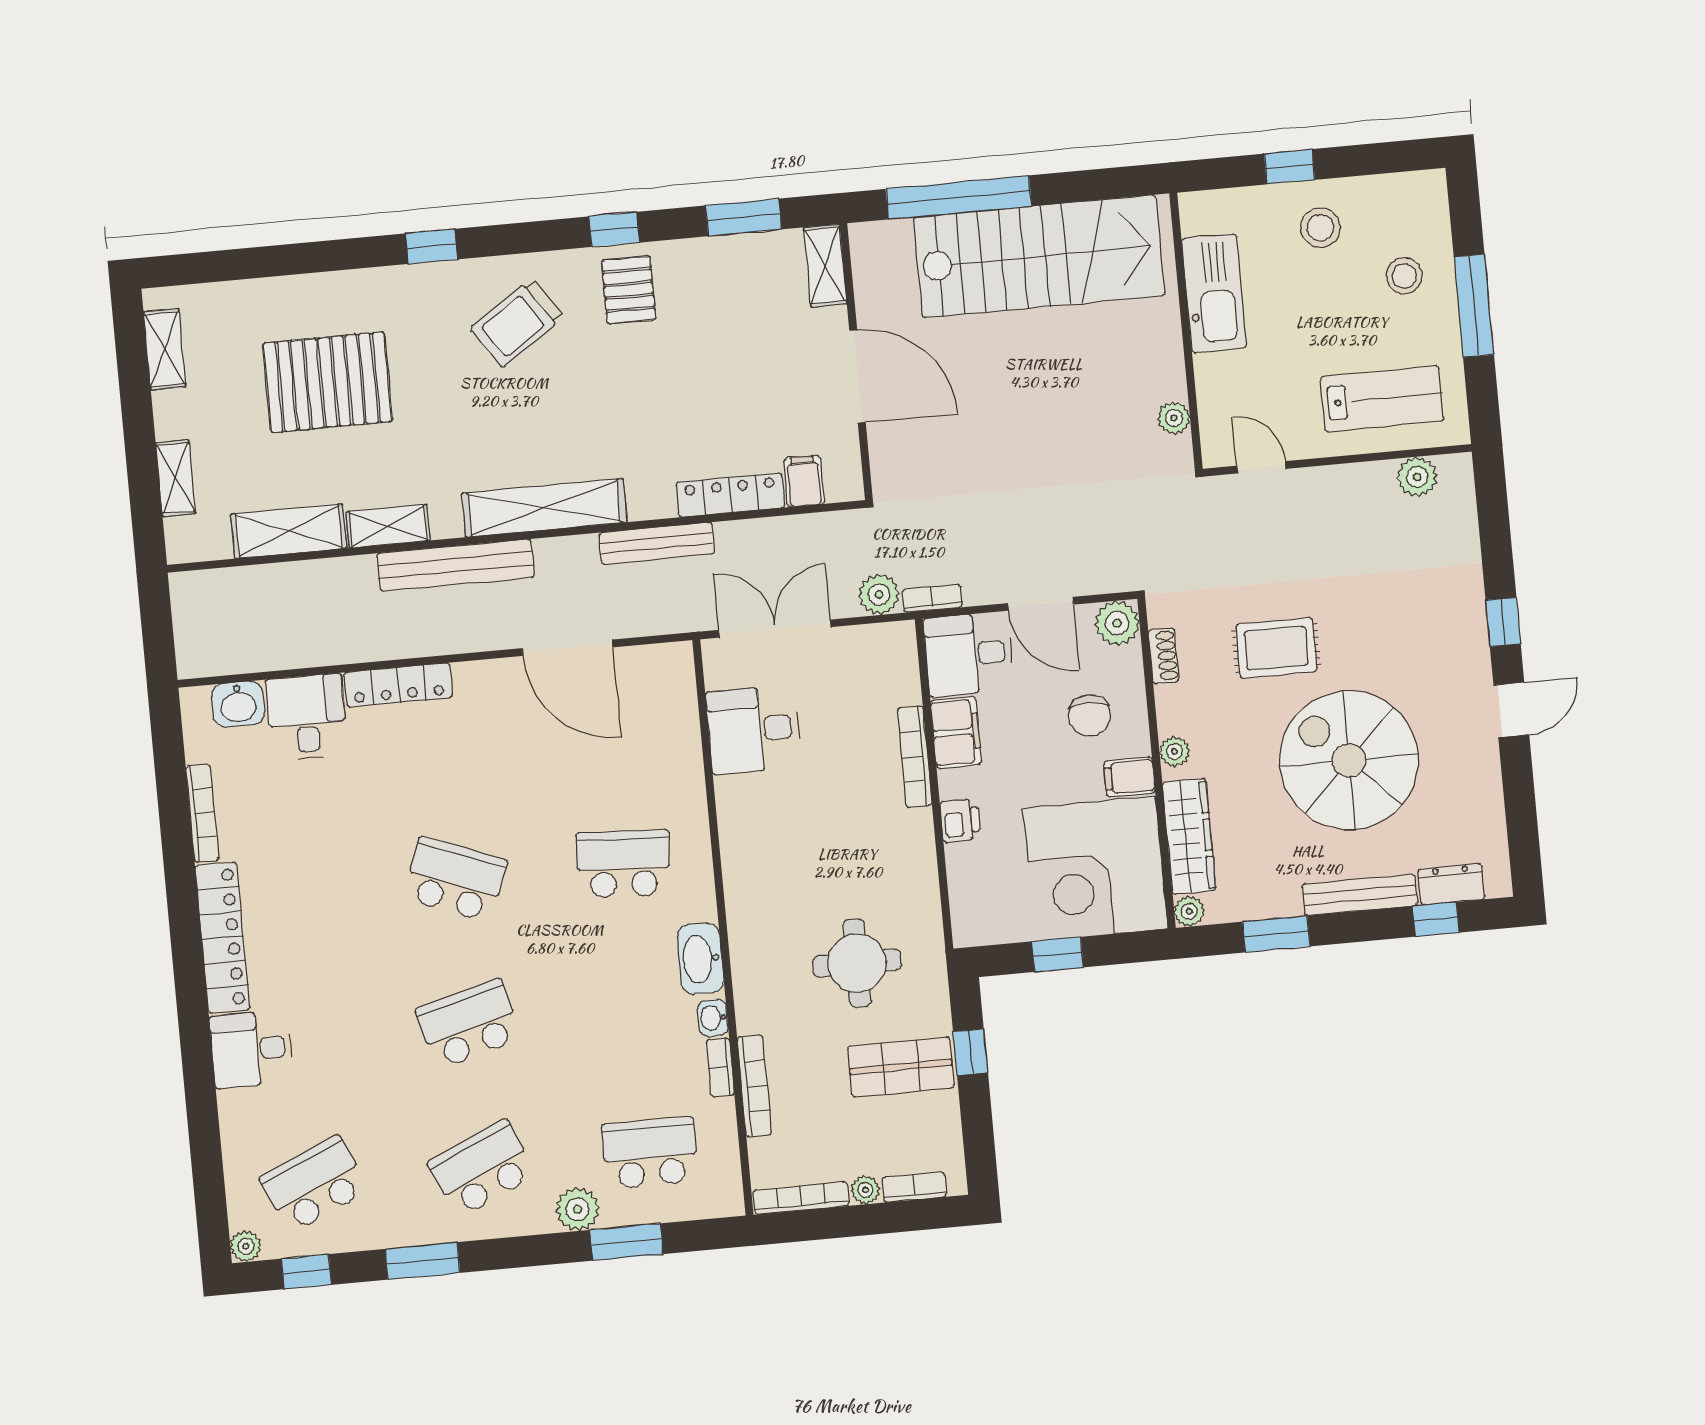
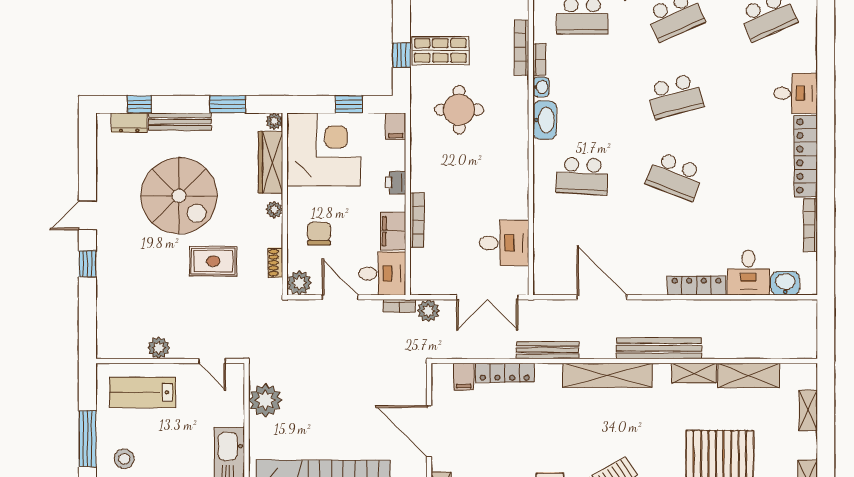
plant: (1174, 418) -> (265, 400), width x1.87, depth x1.87
plant: (1417, 477) -> (159, 348), moved
filing cabinet: (1129, 777) -> (396, 126), moved, turned 90

